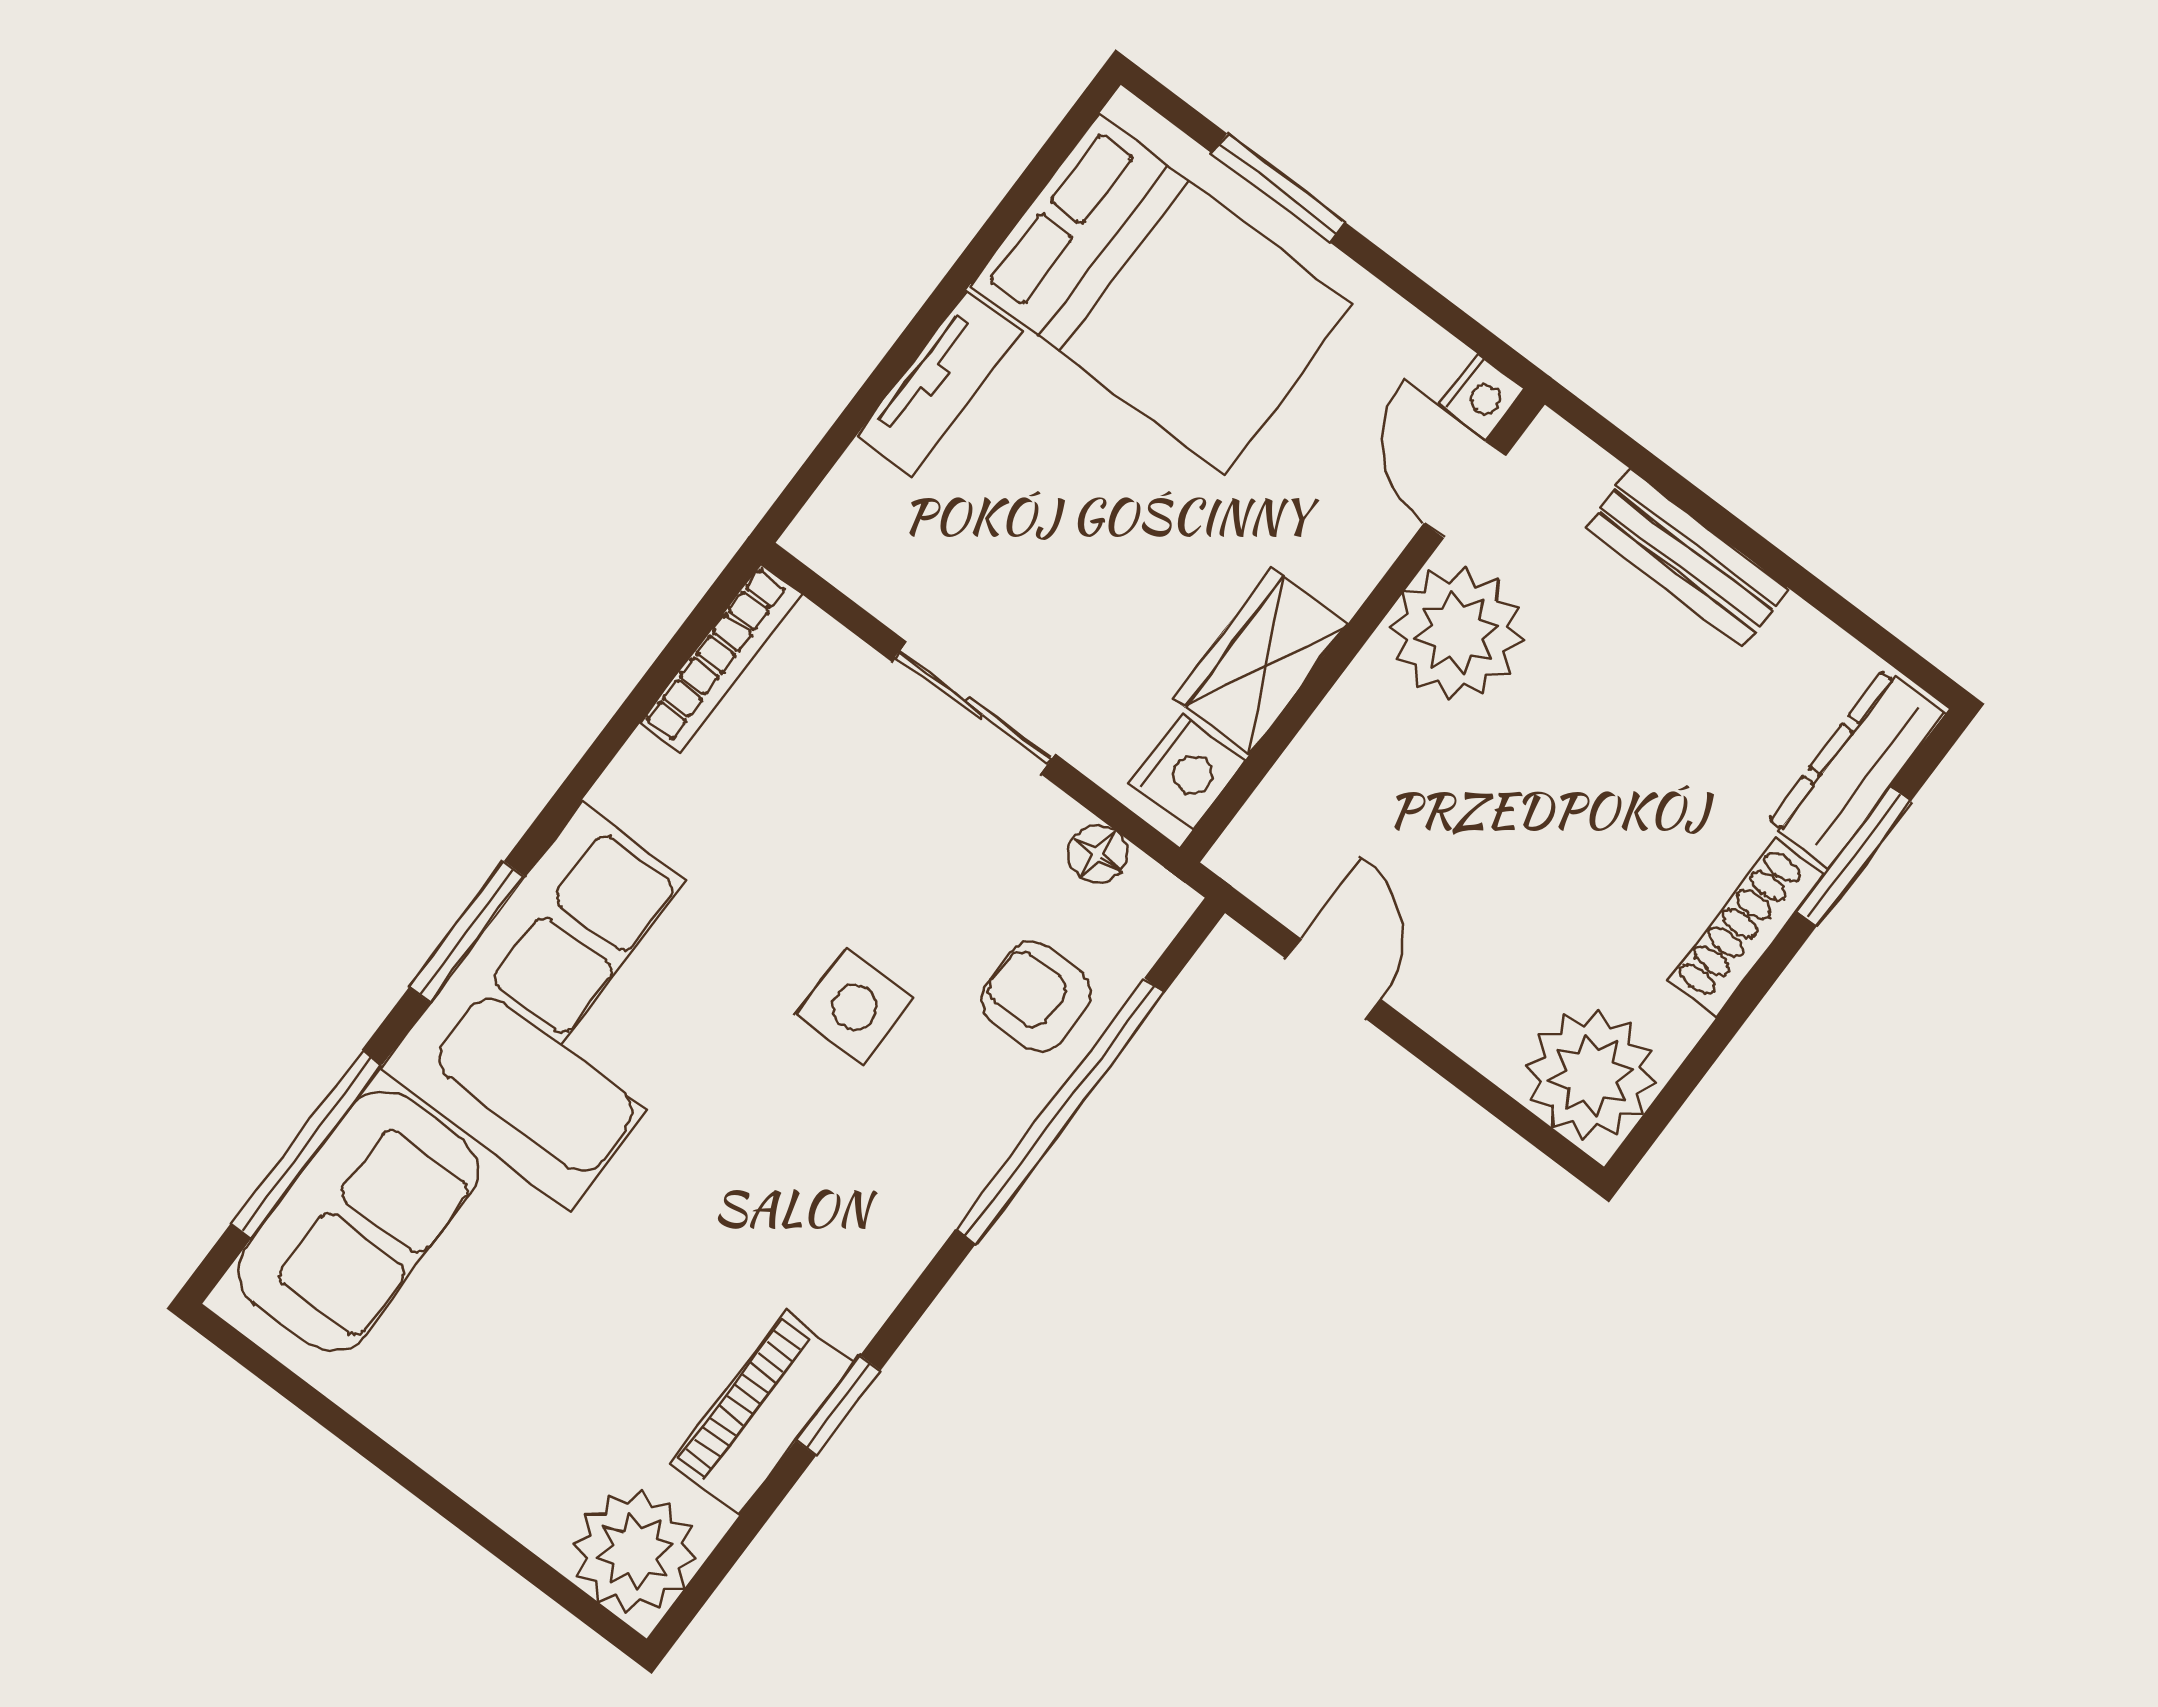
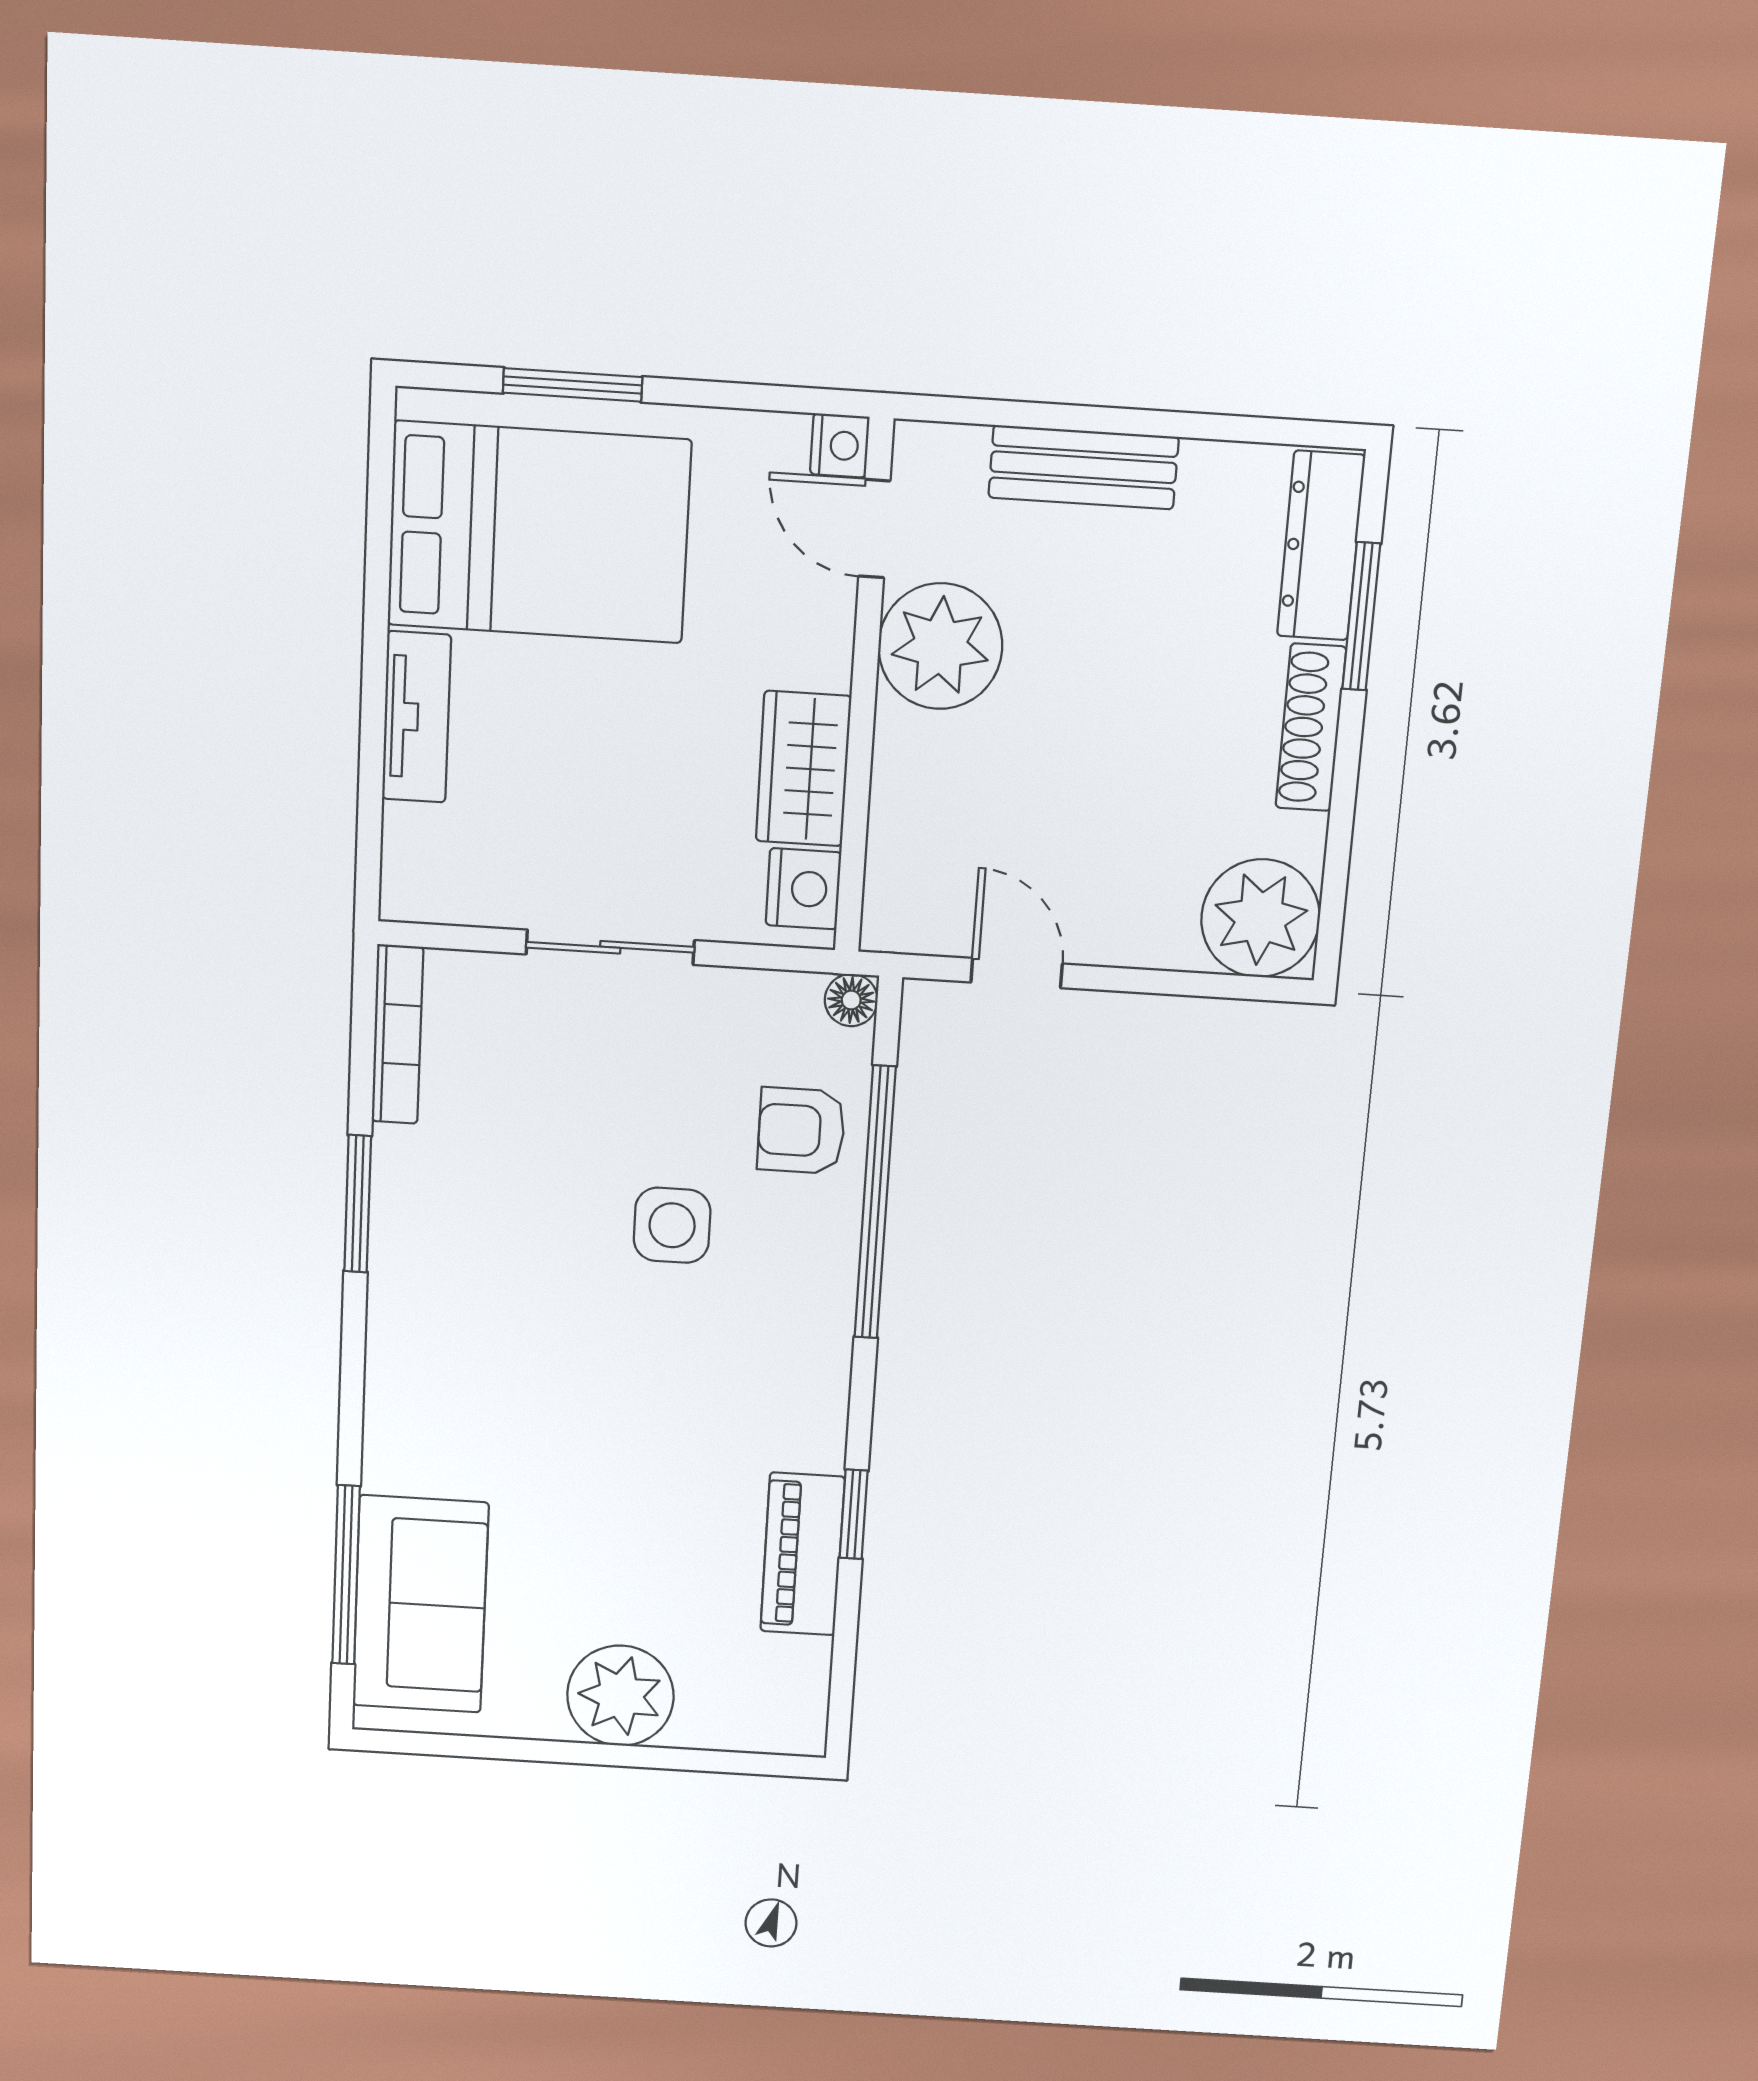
floor lamp: (1098, 854) -> (851, 1000), moved
window: (467, 932) -> (358, 1204), moved
corner sofa: (576, 1006) -> (469, 1355), removed
plant: (634, 1552) -> (620, 1696), moved

